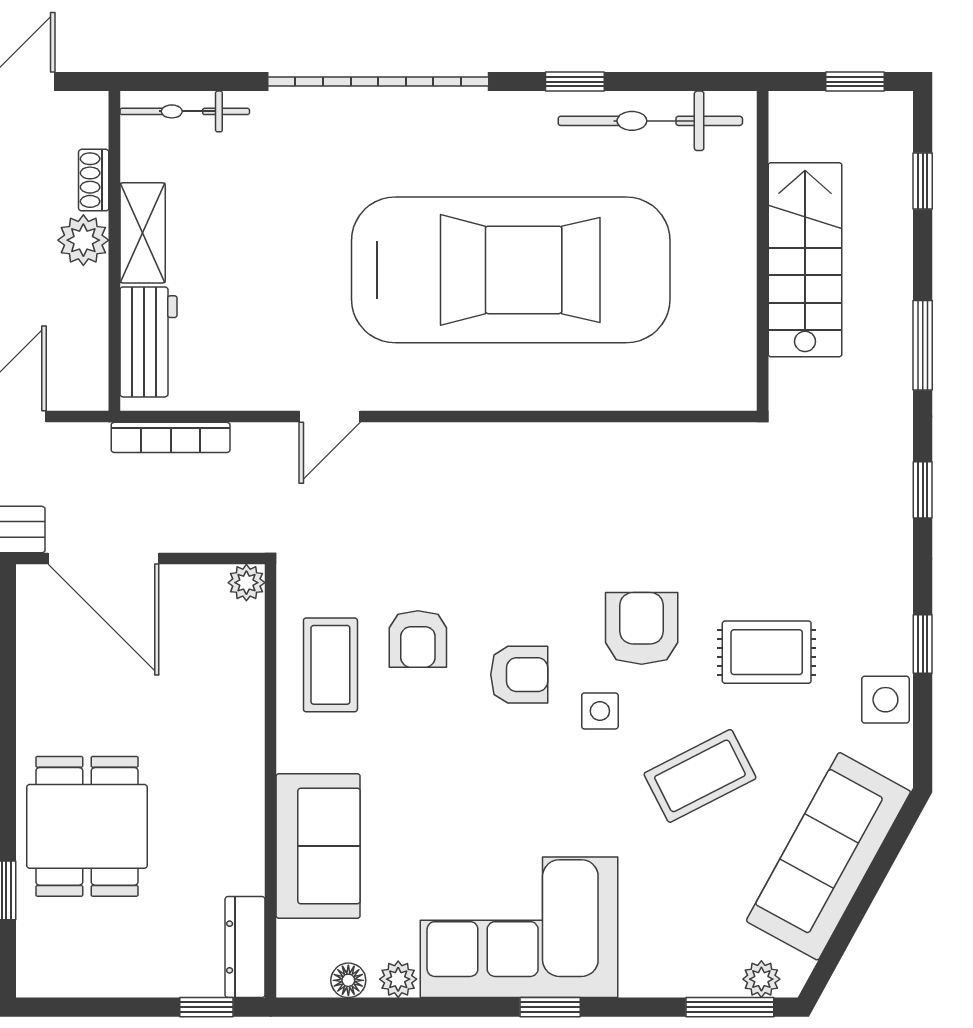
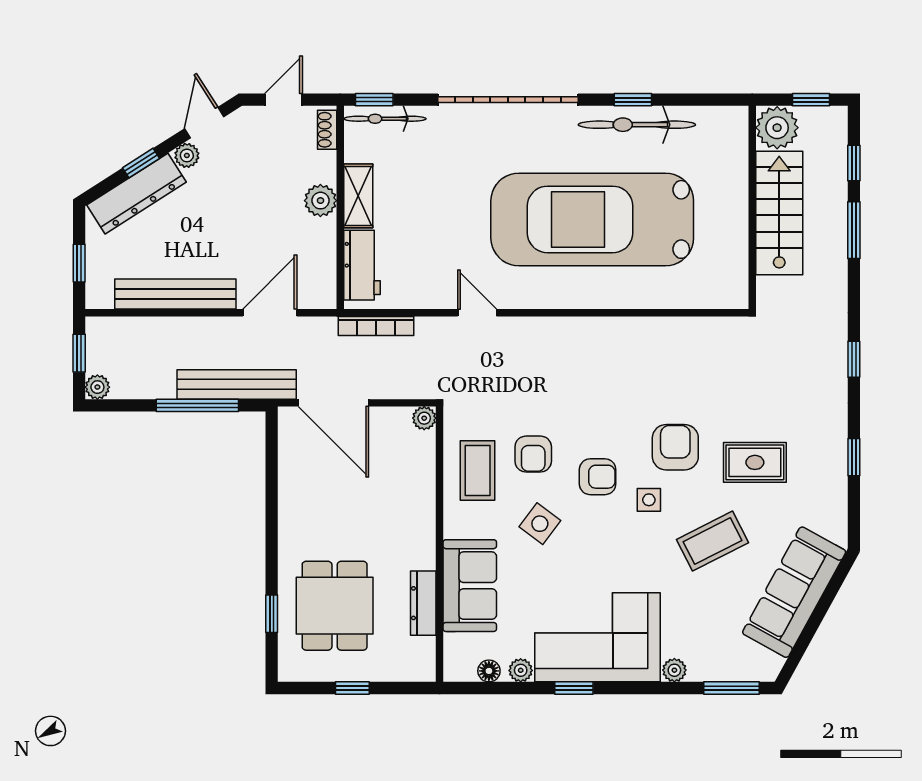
window: (168, 82) -> (374, 100), added
bicycle: (650, 121) -> (637, 125), moved
plant: (802, 126) -> (777, 128), added
shoe rack: (94, 180) -> (327, 130), moved
car: (511, 270) -> (592, 219), turned 180
window: (923, 345) -> (854, 230), moved
door: (330, 417) -> (477, 313), swing flipped
side table: (885, 700) -> (540, 524), moved, turned 37
dining table: (87, 826) -> (335, 606), moved
dresser: (245, 947) -> (423, 603), moved
plant: (761, 979) -> (674, 670), moved
window: (206, 1007) -> (352, 688), moved
window: (550, 1007) -> (574, 688), moved

